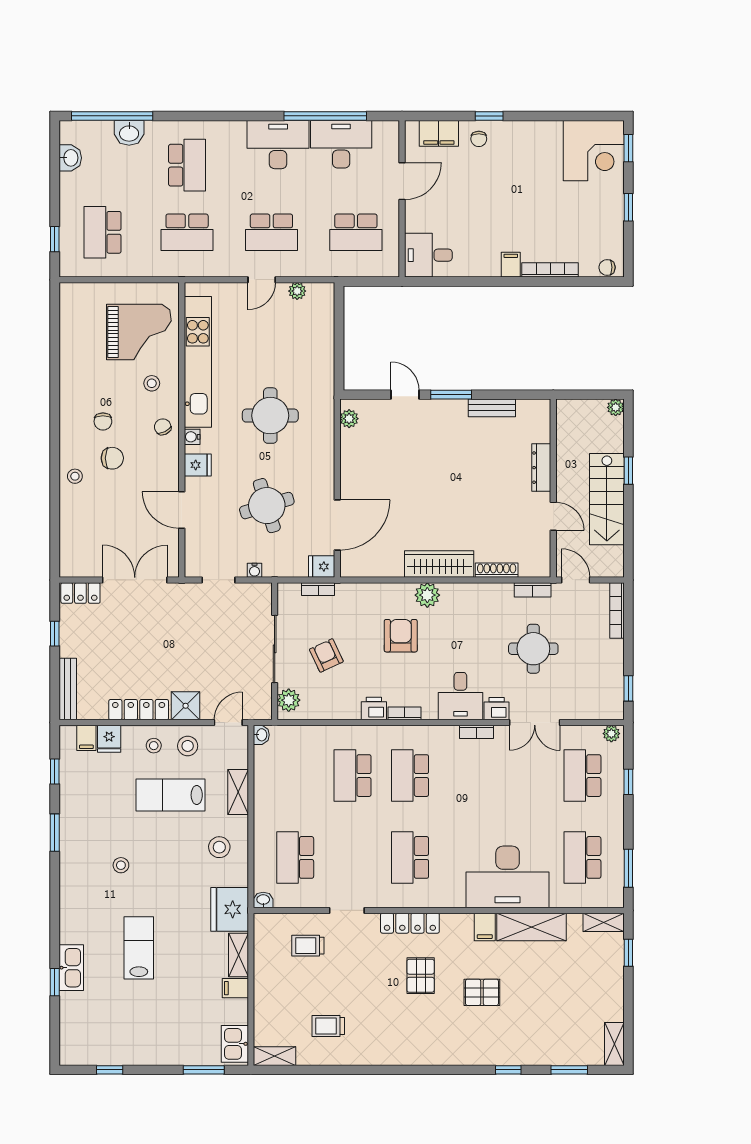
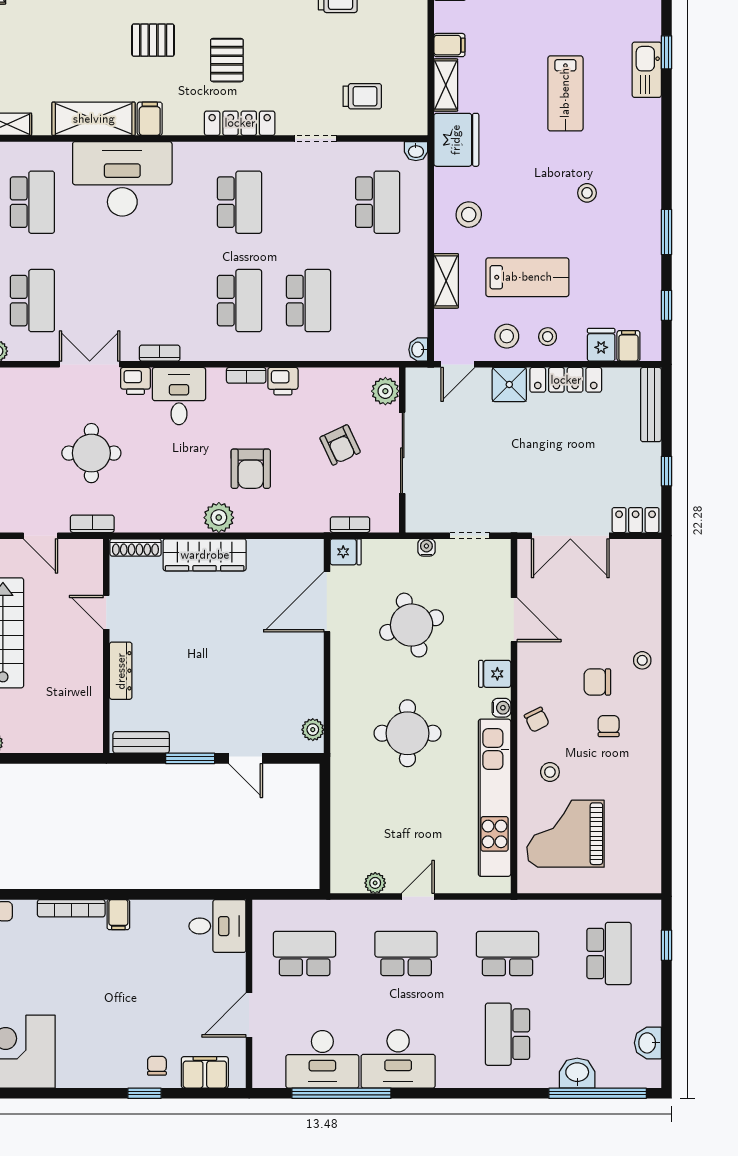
dresser: (541, 468) -> (121, 671), moved
wall: (553, 488) -> (106, 646), moved
door: (553, 516) -> (106, 612), moved

